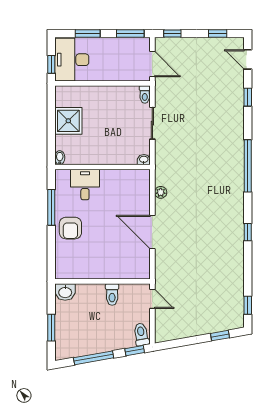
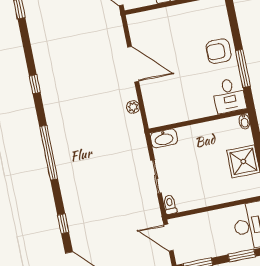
washbasin: (144, 160) -> (164, 138), width x1.91, depth x1.45
desk: (85, 185) -> (229, 96), moved
armchair: (70, 228) -> (219, 51), turned -90

